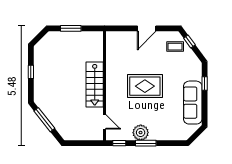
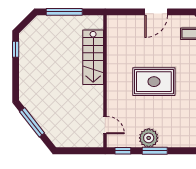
window: (71, 28) -> (64, 12), width x1.44
window: (31, 72) -> (16, 49), moved
stairs: (95, 84) -> (93, 57), moved

